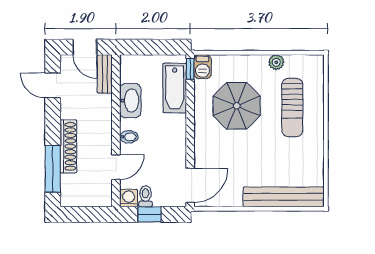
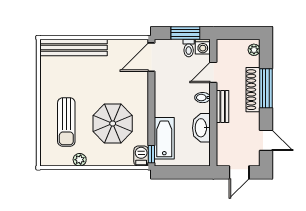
door: (85, 47) -> (239, 172), swing flipped
bench: (105, 74) -> (223, 107), moved
sun lounger: (292, 107) -> (66, 122), turned 180
window: (53, 169) -> (266, 88), moved
plant: (67, 194) -> (254, 50), added
window: (149, 214) -> (185, 33), width x1.50

